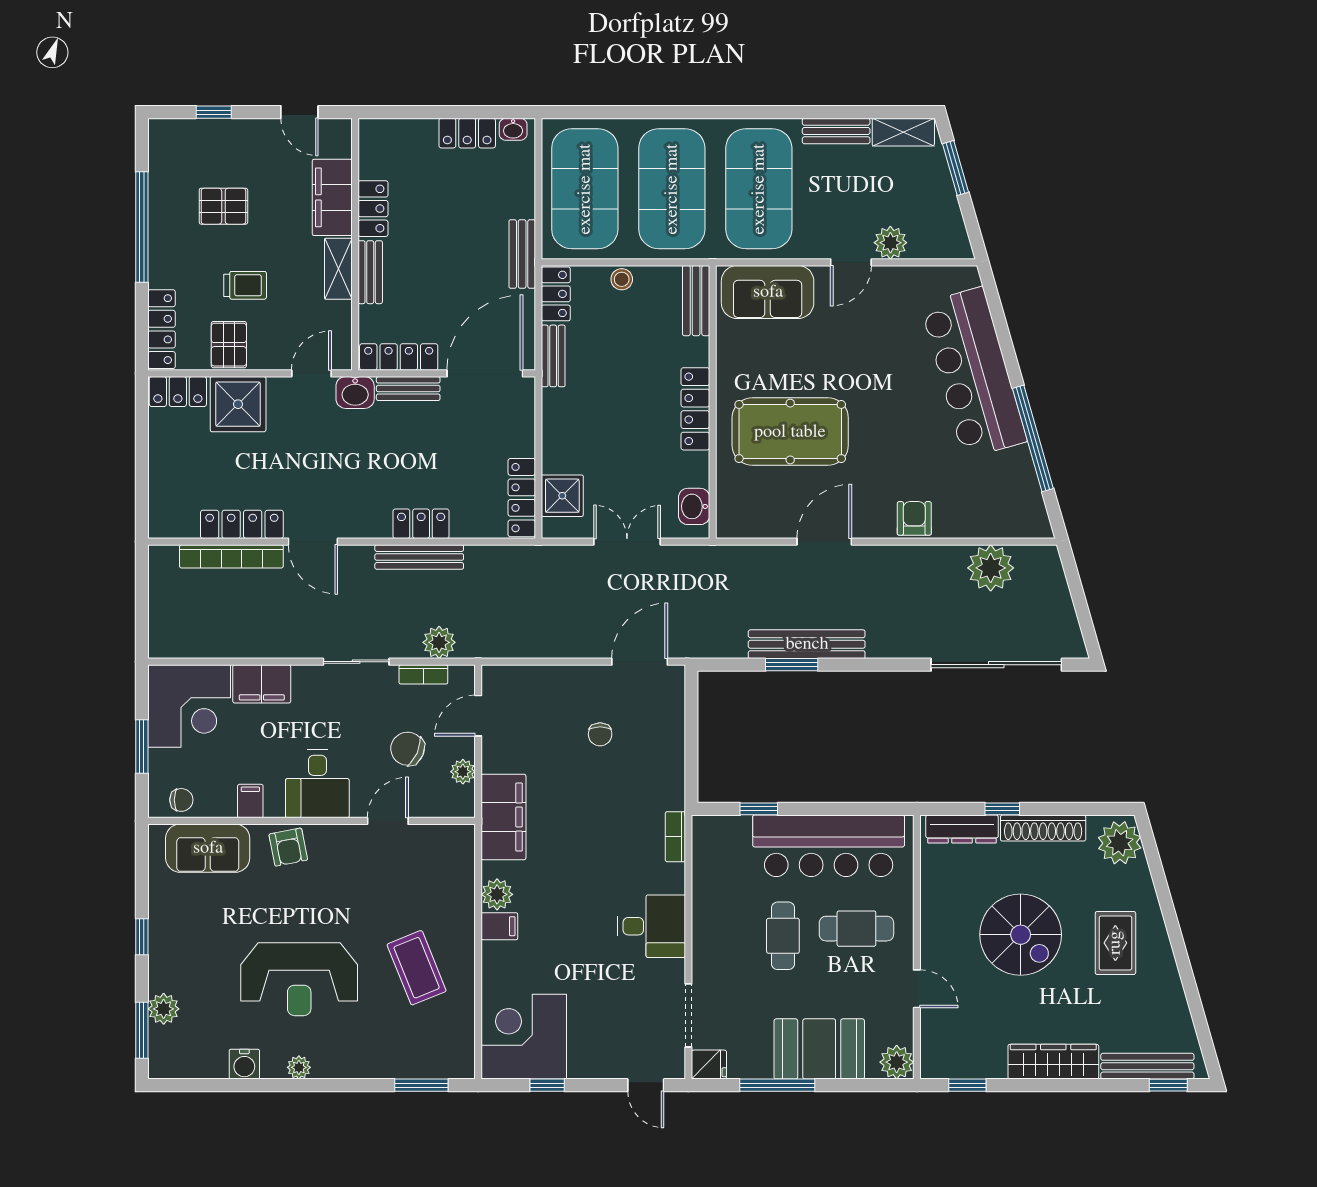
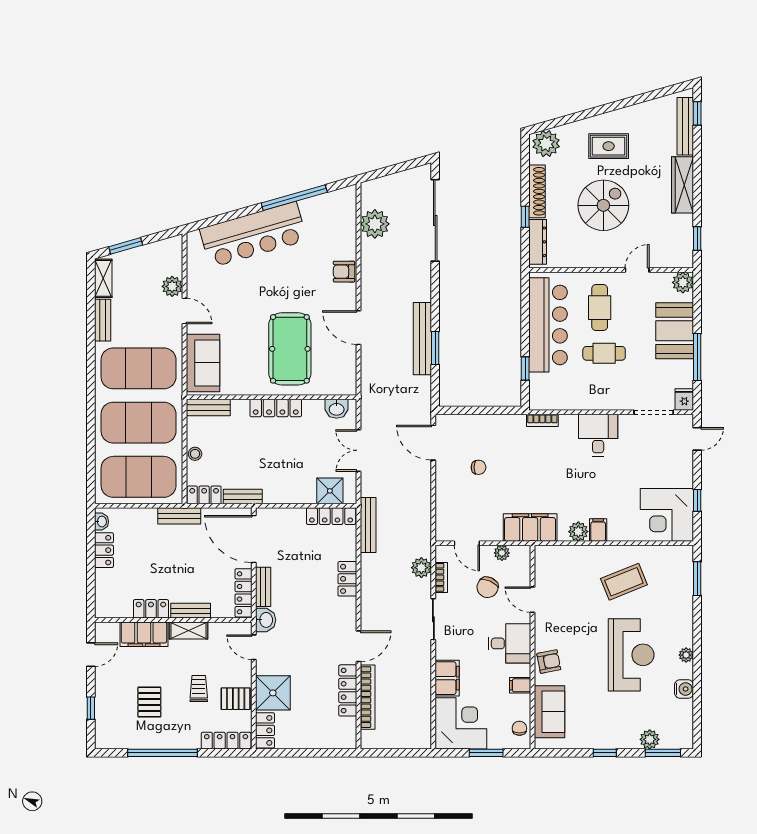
bench: (419, 557) -> (368, 525), moved

